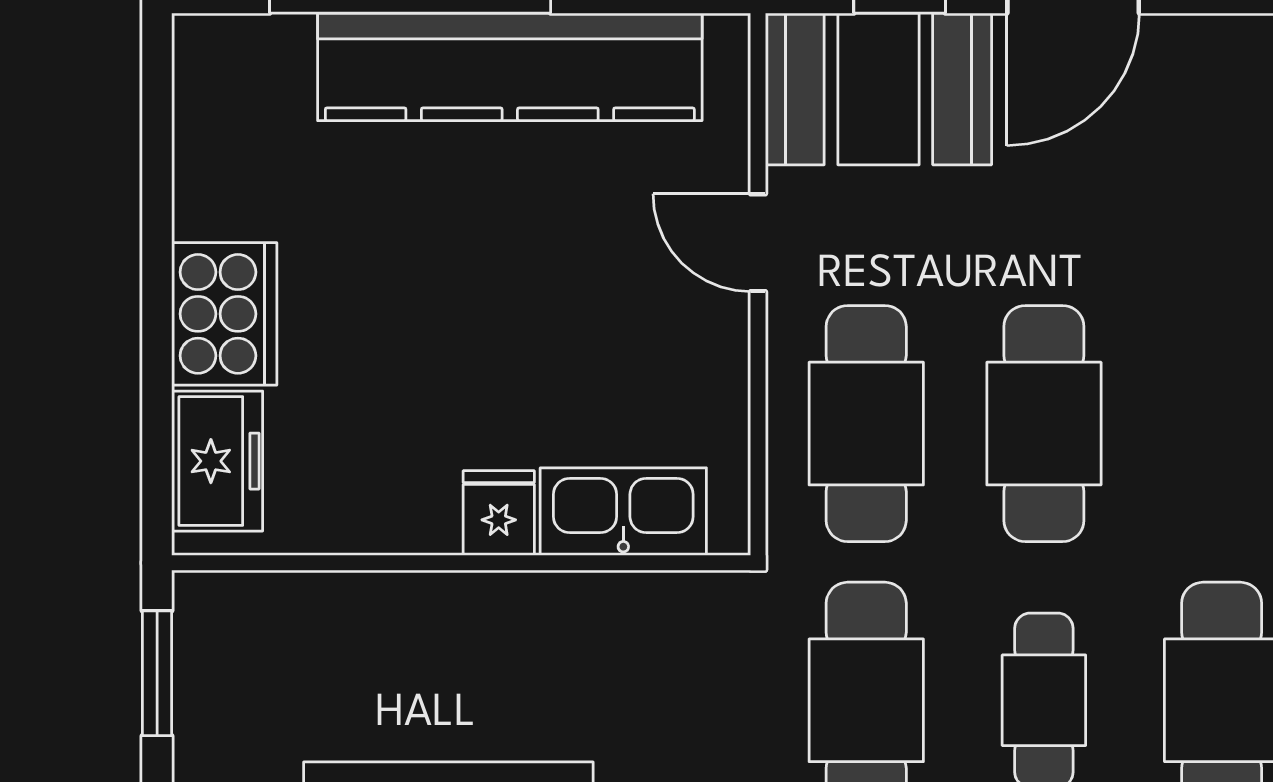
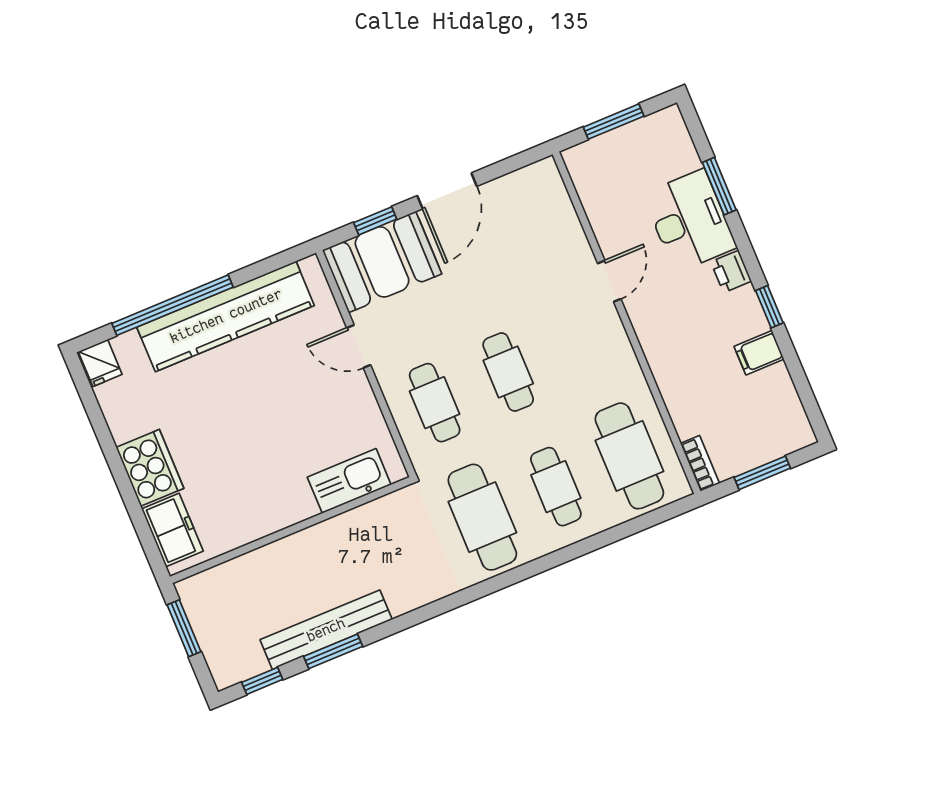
cafe table: (866, 424) -> (435, 403), width x0.73, depth x0.74
cafe table: (1044, 424) -> (508, 372), width x0.73, depth x0.74
fridge: (499, 513) -> (100, 363), moved, turned 180

